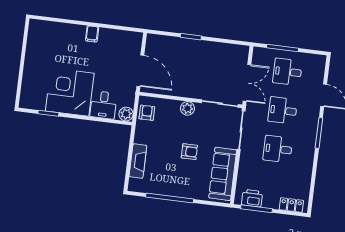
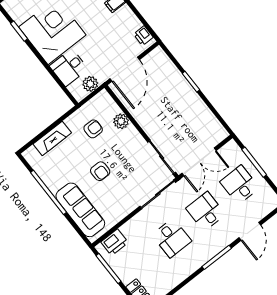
printer: (131, 37) -> (143, 36), added
plant: (187, 108) -> (121, 121), moved
armchair: (147, 113) -> (93, 129), moved
plant: (126, 114) -> (90, 84), moved
desk: (278, 149) -> (172, 238), turned 180
sofa: (223, 174) -> (80, 210), moved, turned 90
printer: (252, 198) -> (115, 242), moved, turned 90

